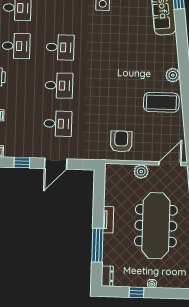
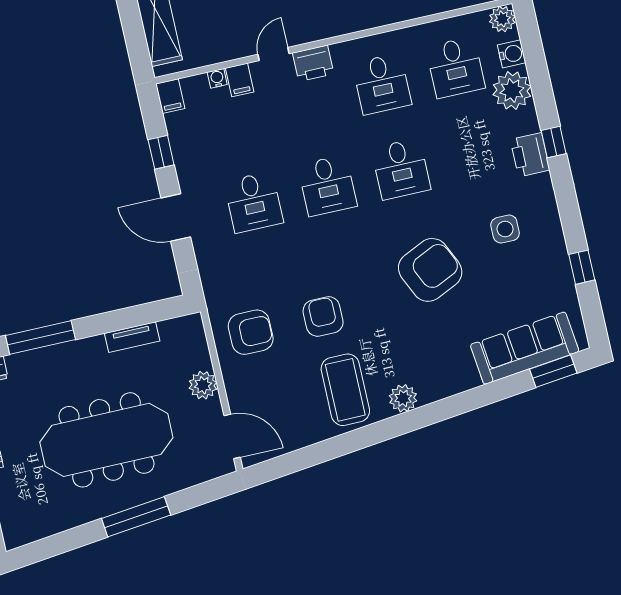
armchair: (113, 46) -> (430, 270), added
armchair: (123, 104) -> (323, 316), added
tv unit: (108, 220) -> (132, 337), moved

